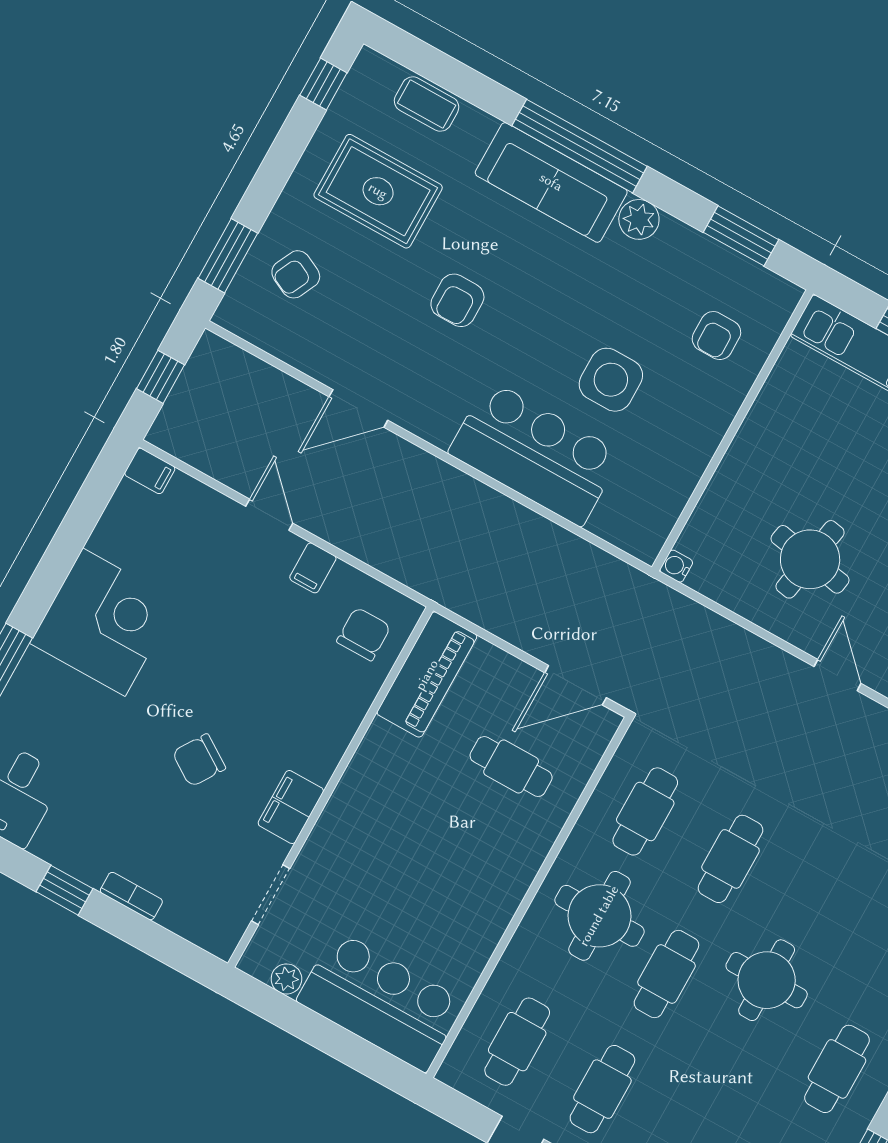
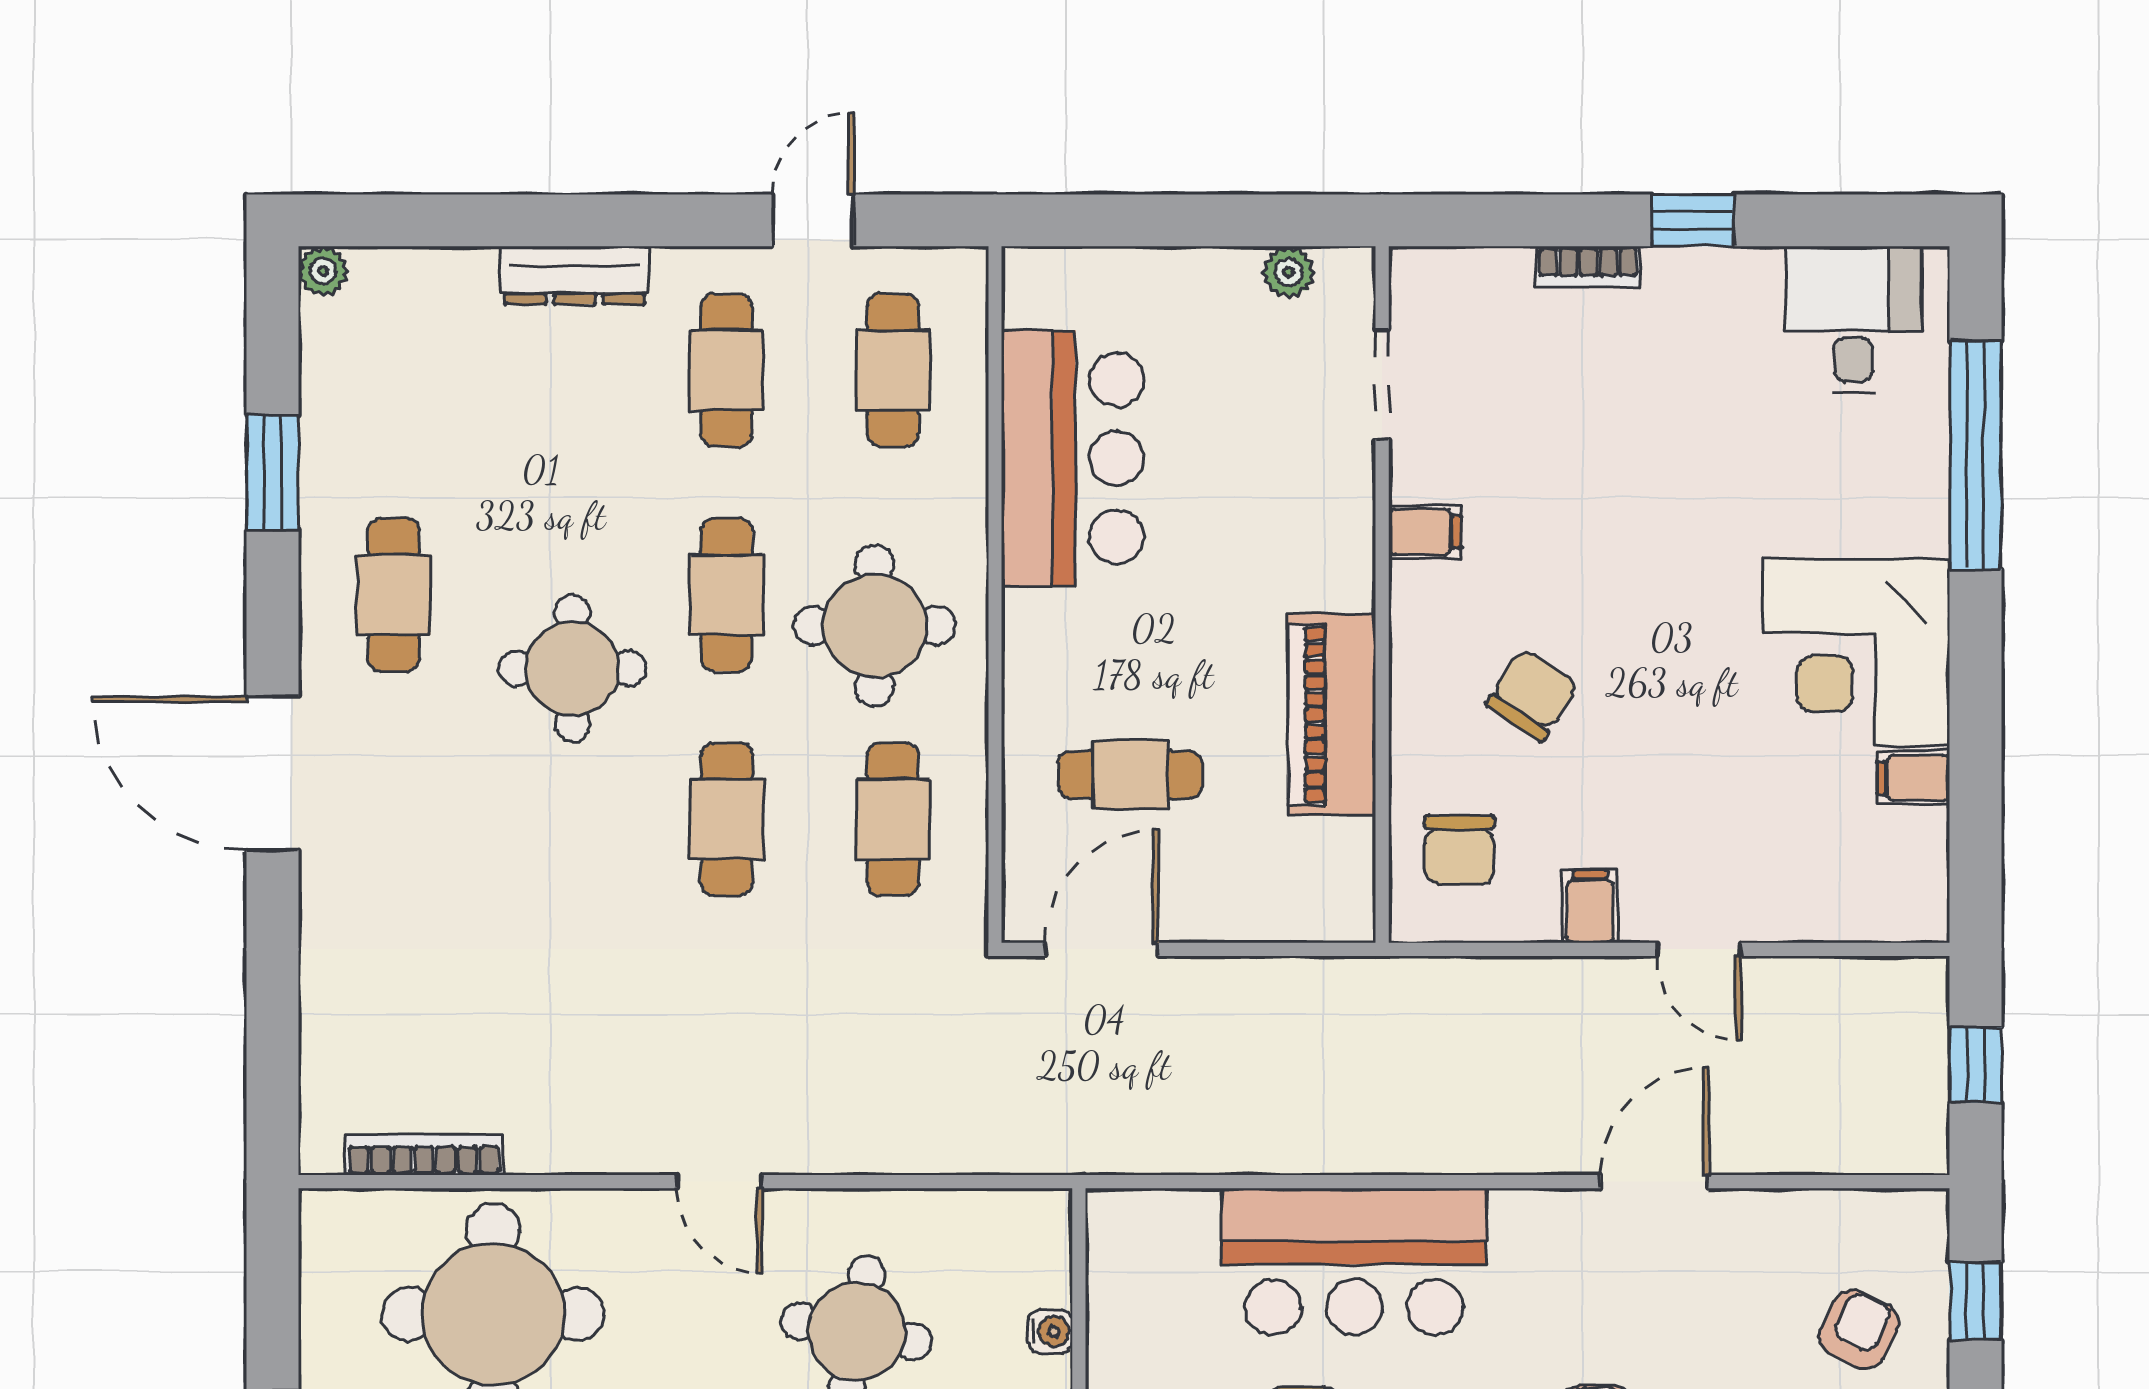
window: (228, 256) -> (1976, 1301), width x0.67
filing cabinet: (150, 471) -> (1913, 778), moved
water cooler: (676, 566) -> (1050, 1331), moved
piano: (427, 675) -> (1332, 715), moved
chair: (199, 760) -> (1532, 695), moved
filing cabinet: (291, 807) -> (1425, 532), width x0.50
bar counter: (381, 1001) -> (1073, 458), moved, turned -90

